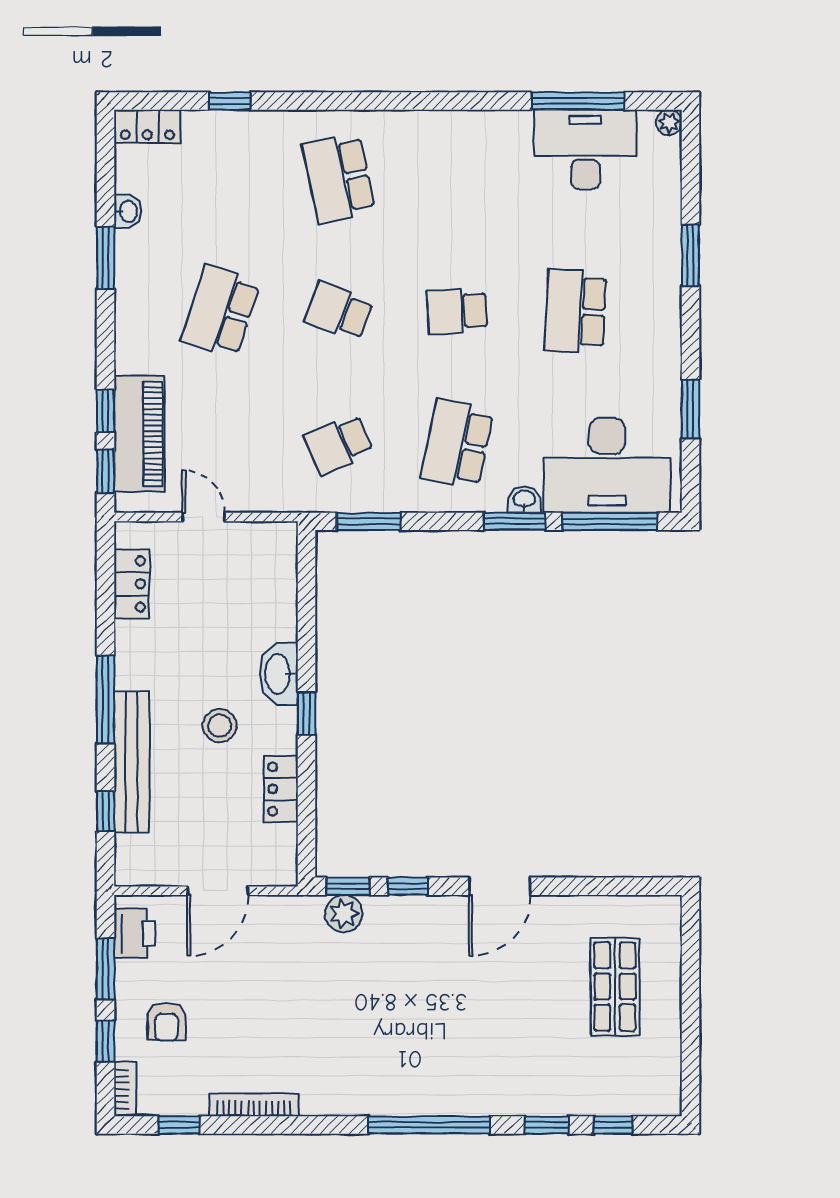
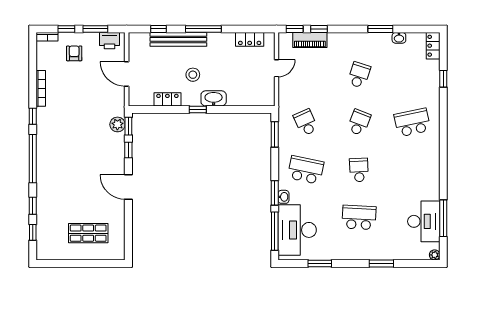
school desk: (221, 311) -> (359, 75), width x0.54
piano: (139, 434) -> (310, 40), width x0.73, depth x0.75
armchair: (167, 1022) -> (74, 53), turned 90
window: (179, 1125) -> (33, 116), moved

